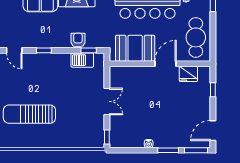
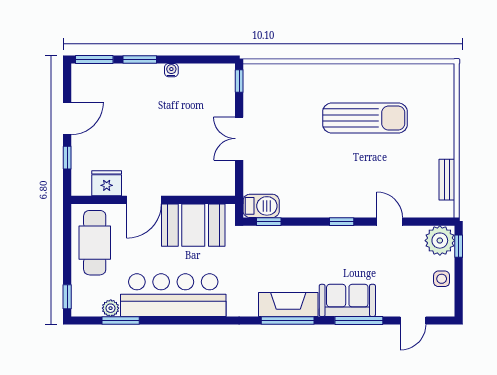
armchair: (78, 40) -> (286, 238), removed
barbecue: (82, 60) -> (261, 206), moved
door: (213, 131) -> (67, 118), moved

